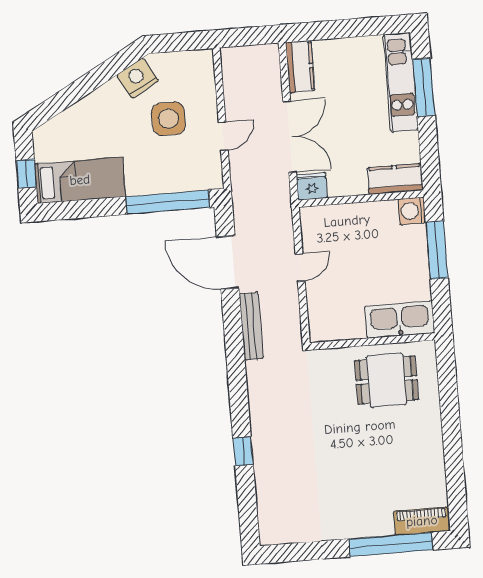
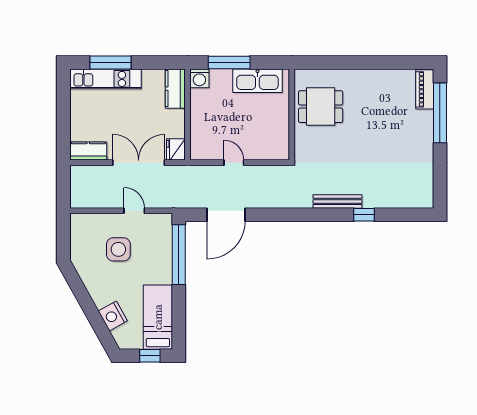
nightstand: (137, 78) -> (113, 316), moved
kitchen sink: (400, 320) -> (257, 81), moved, turned -90
bench: (251, 326) -> (338, 201), moved
dining table: (386, 380) -> (321, 107), turned 90

